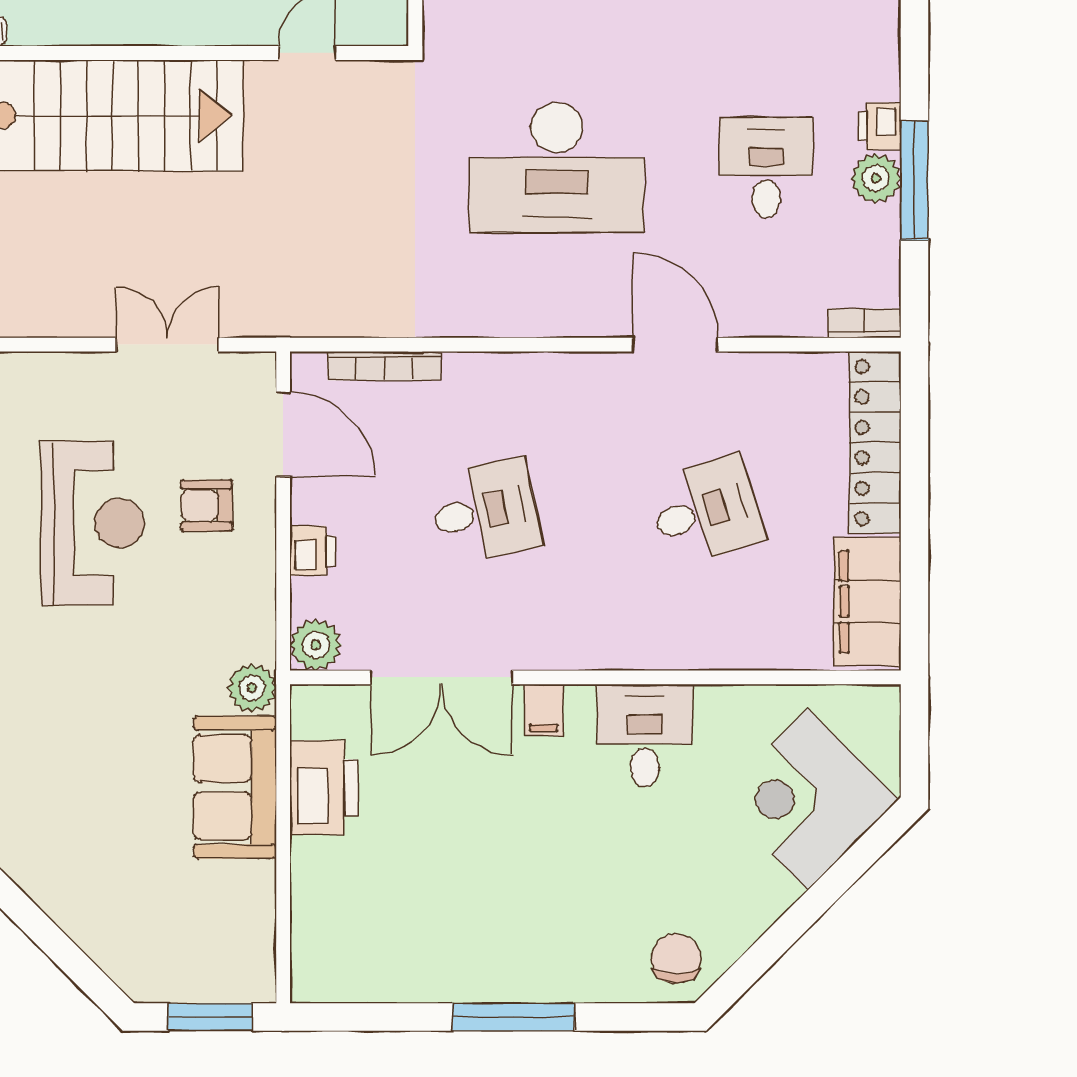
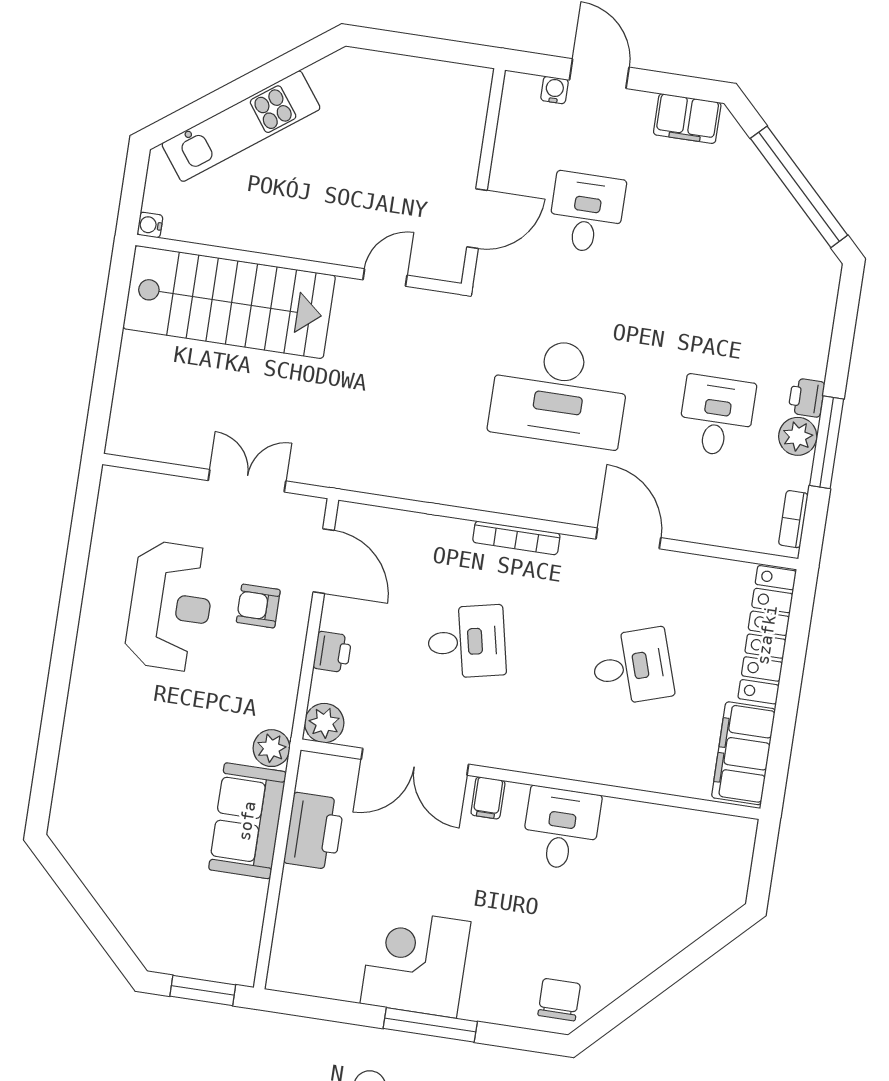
bookcase: (864, 323) -> (793, 519), moved, turned -90
bookcase: (384, 366) -> (516, 538), moved
corner desk: (808, 799) -> (415, 963), moved, turned 45

